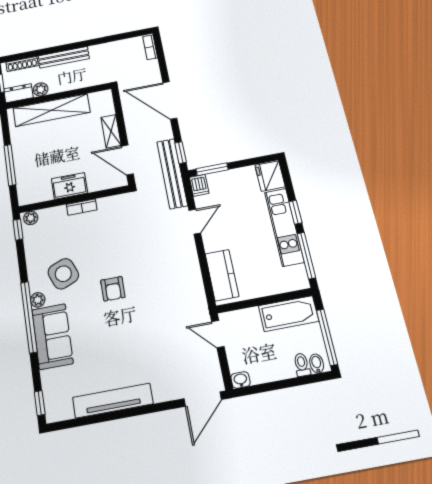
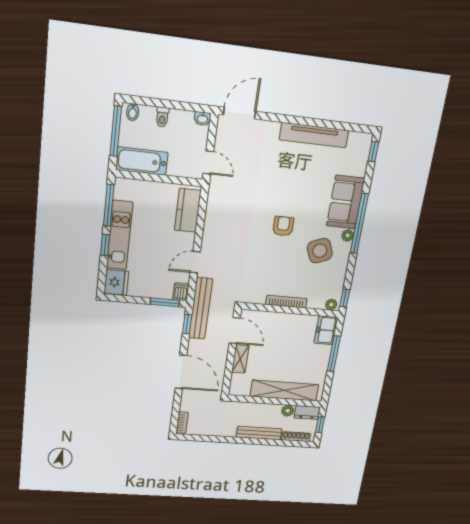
freezer: (69, 186) -> (326, 330), moved, turned 90
bookcase: (82, 207) -> (286, 302), width x1.56
toilet: (302, 365) -> (162, 117), moved

